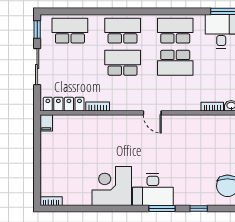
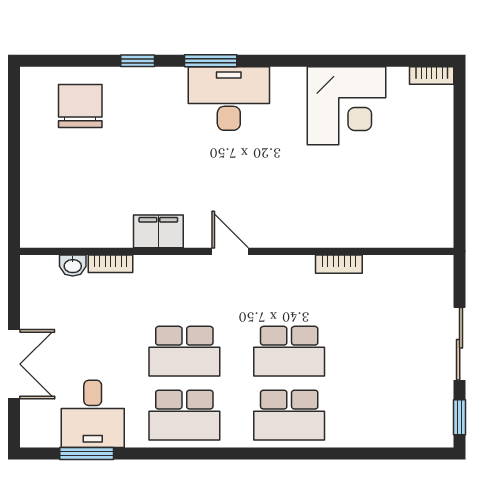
school desk: (70, 31) -> (394, 415), removed
school desk: (175, 63) -> (184, 351), turned 180
locker: (64, 104) -> (407, 269), removed
filing cabinet: (46, 123) -> (158, 231), moved, width x2.00
corner desk: (112, 186) -> (347, 106), moved

